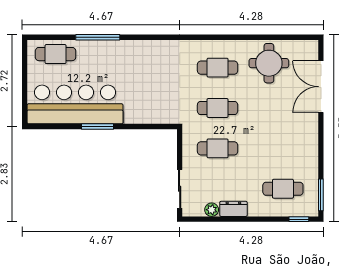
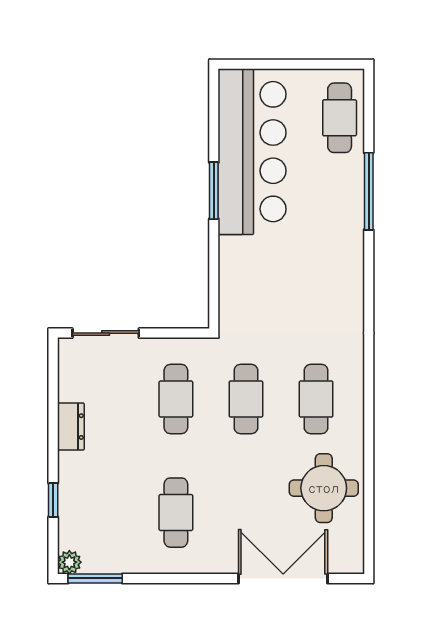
cafe table: (283, 189) -> (176, 513), moved
plant: (212, 210) -> (69, 562), moved
window: (299, 219) -> (53, 500), moved

